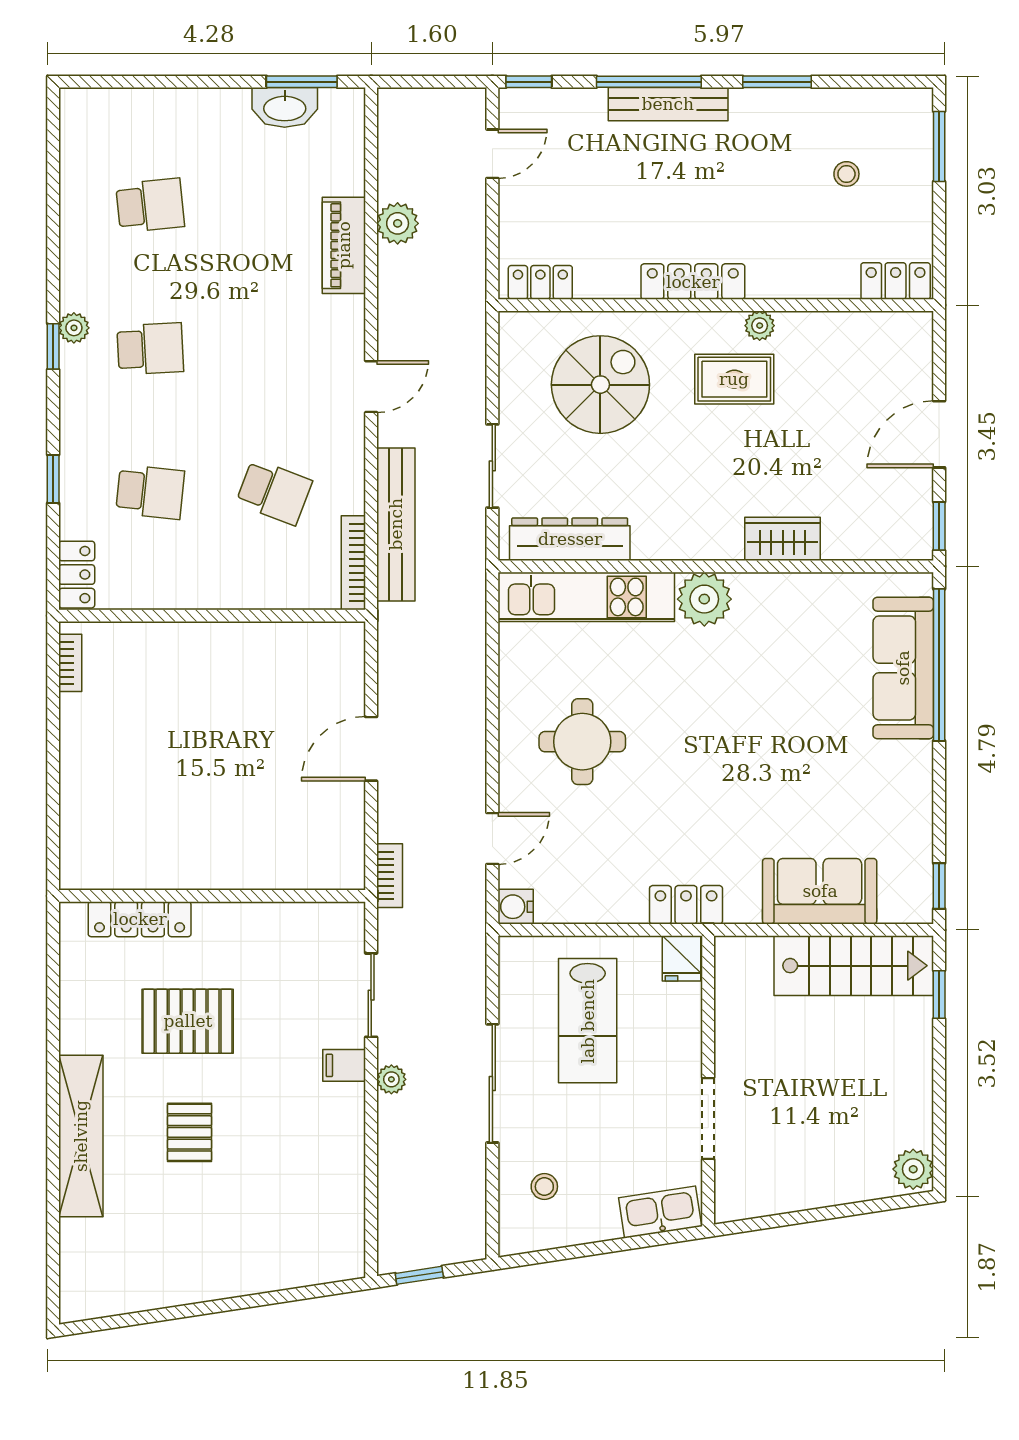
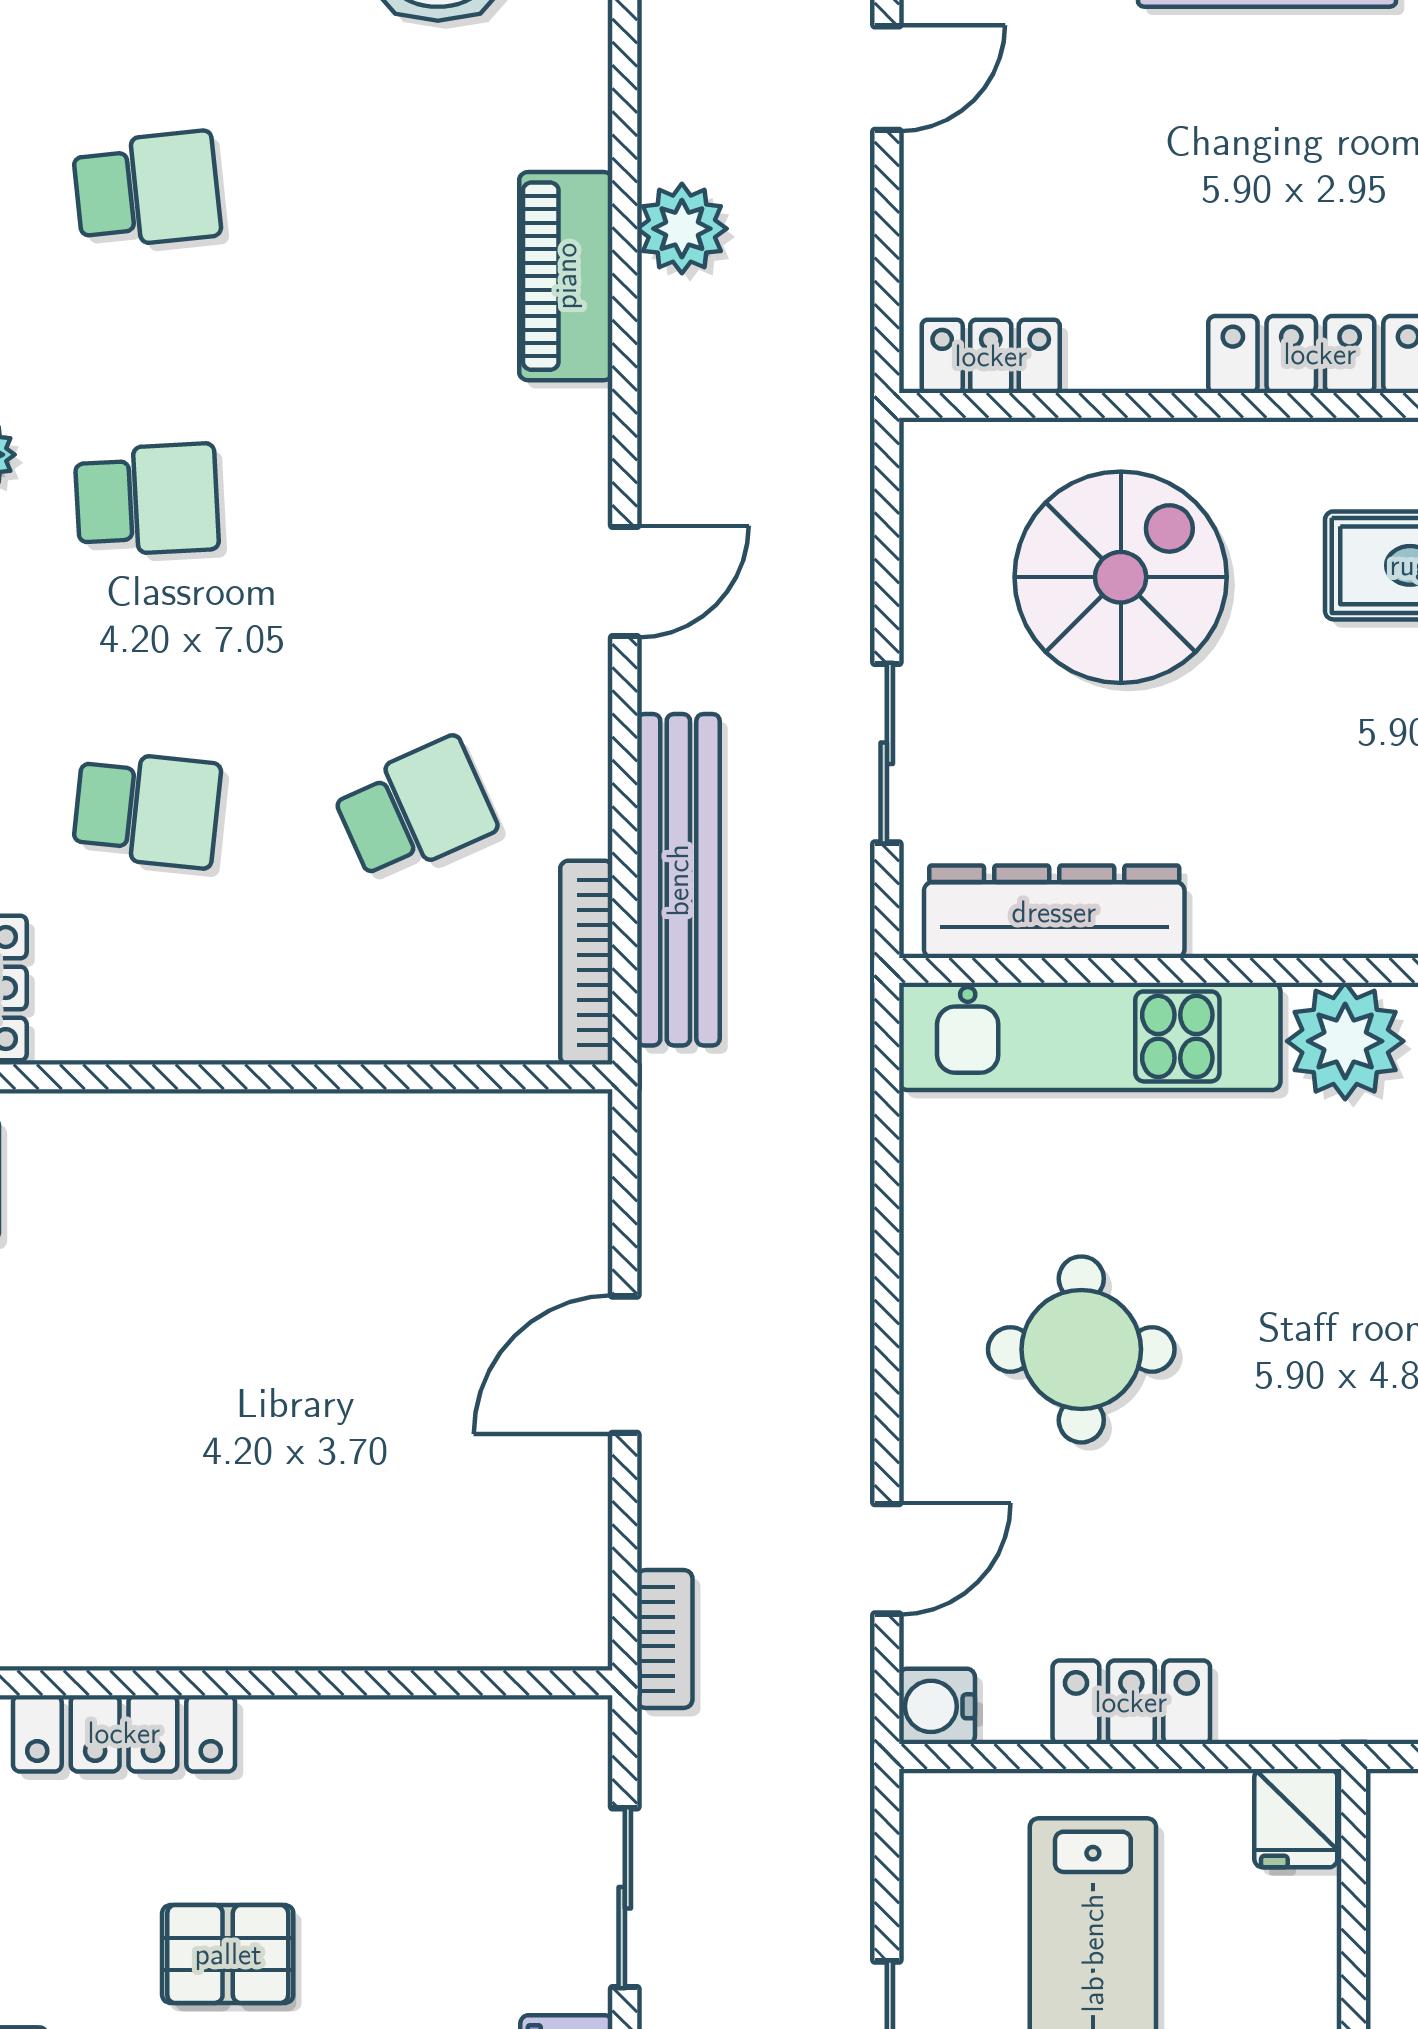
school desk: (274, 492) -> (415, 809), turned -45
locker: (686, 905) -> (1131, 1702), moved
pallet: (188, 1021) -> (228, 1954), width x0.67, depth x0.71

